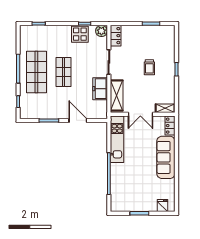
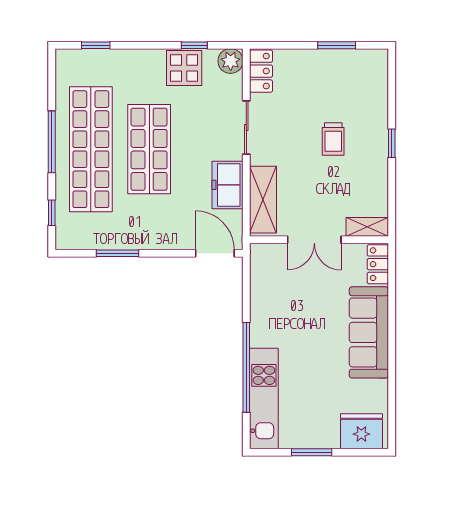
shop shelf: (36, 72) -> (91, 149), width x1.40
shop shelf: (64, 72) -> (149, 149), width x1.43, depth x1.36
door: (78, 120) -> (215, 253), moved
kitchen unit: (117, 139) -> (264, 399), moved
fridge: (162, 206) -> (361, 431), width x1.88, depth x1.34

